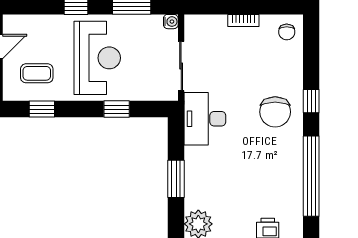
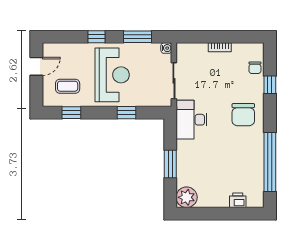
chair: (287, 32) -> (255, 68), moved
window: (311, 101) -> (270, 85), moved

